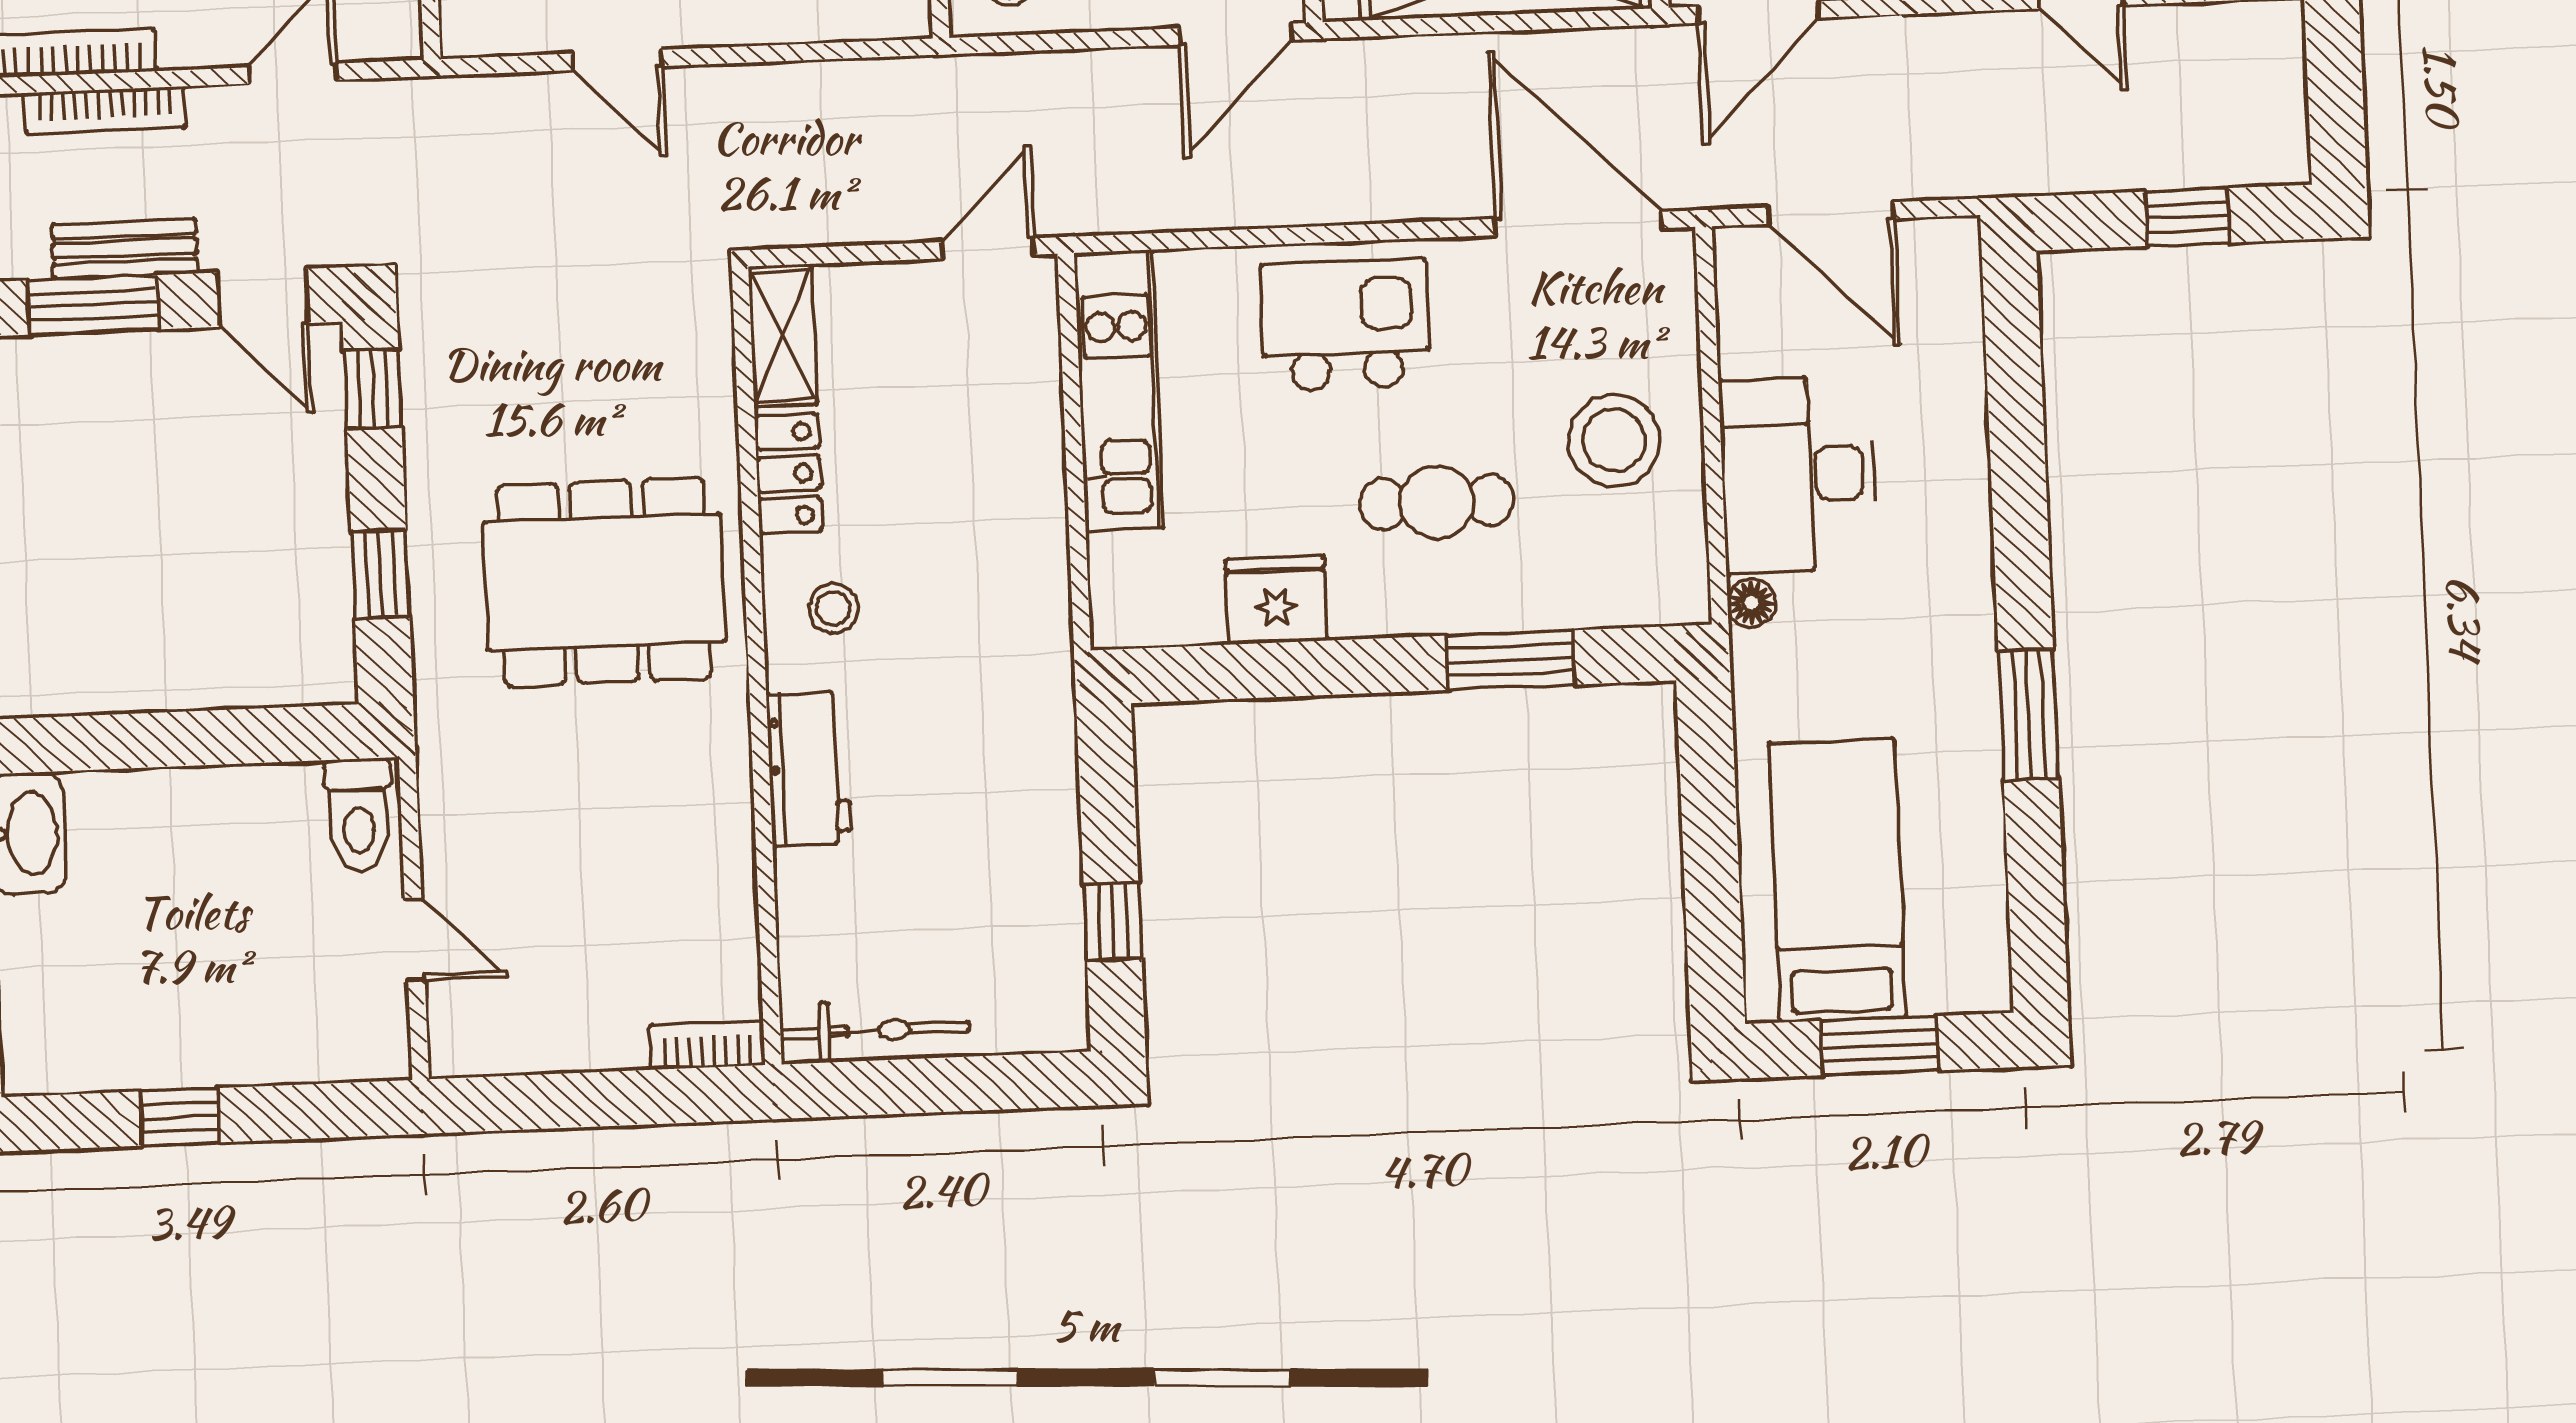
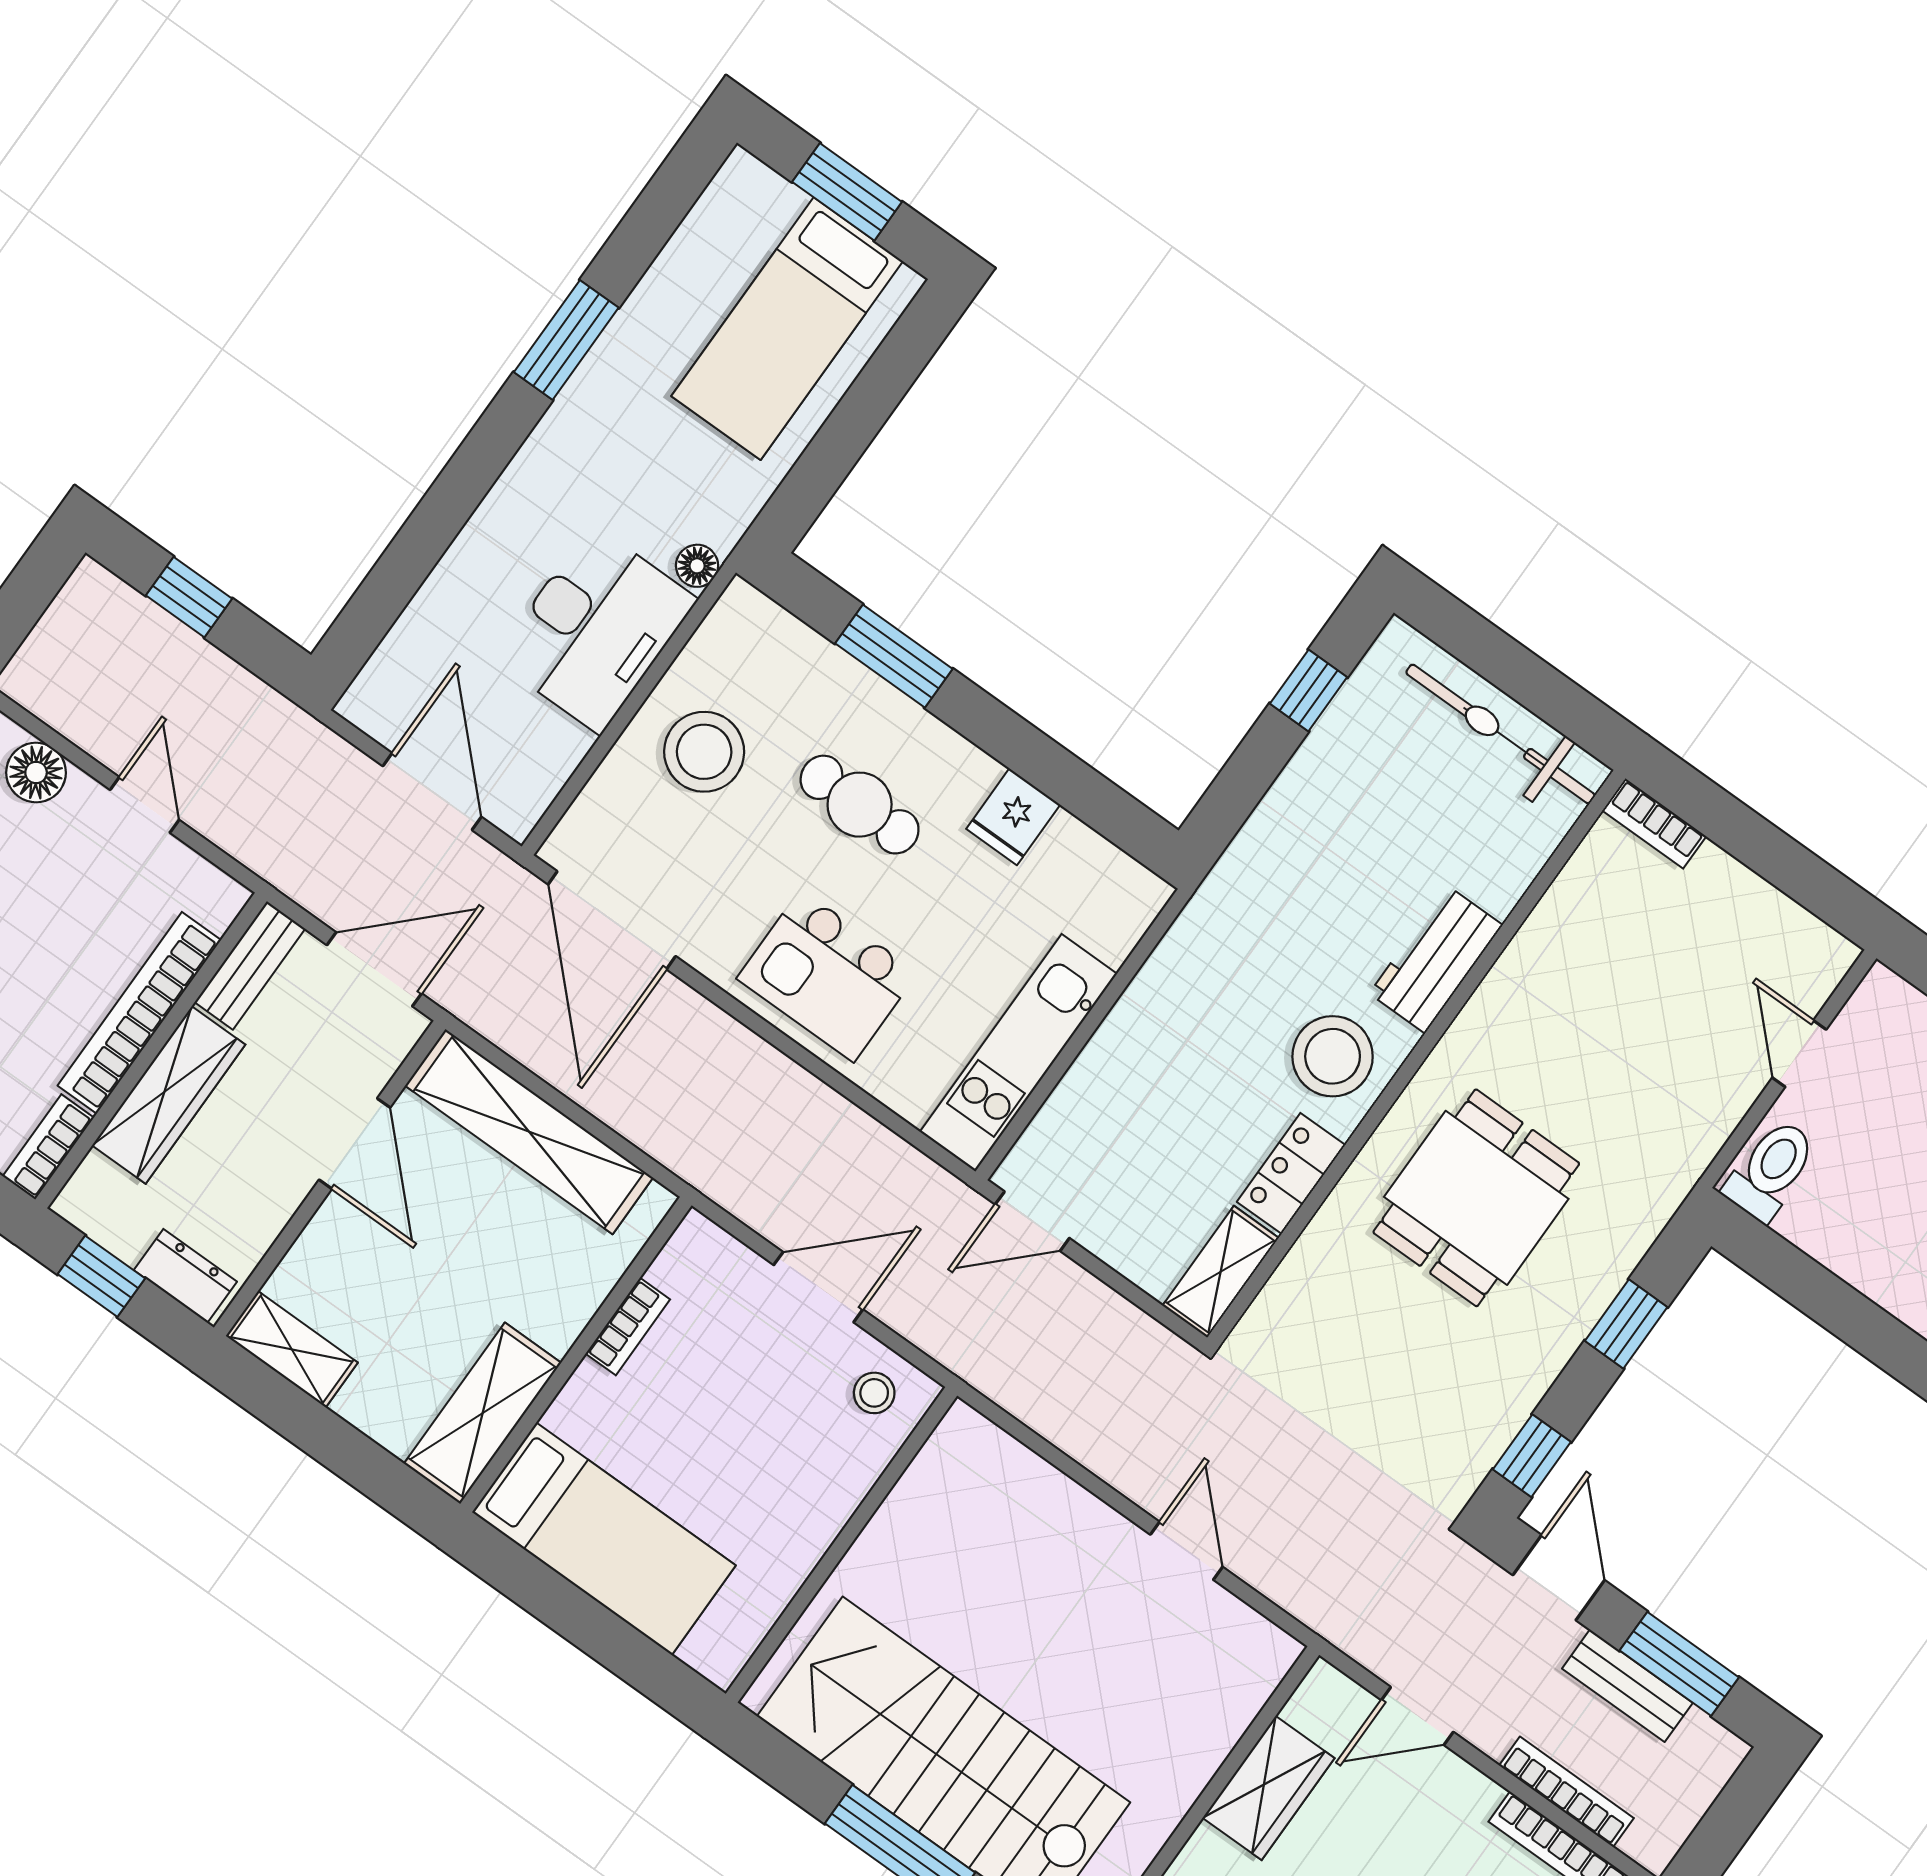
door: (1236, 34) -> (818, 1287), moved
dining table: (604, 582) -> (1476, 1198), width x0.73
fridge: (1276, 600) -> (1013, 817), width x0.72
stool: (833, 608) -> (1333, 1056), width x1.89, depth x1.89
bicycle: (875, 1031) -> (1500, 734), width x1.37, depth x1.40

